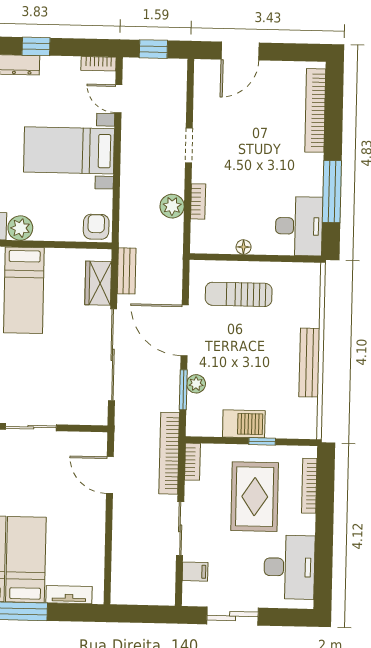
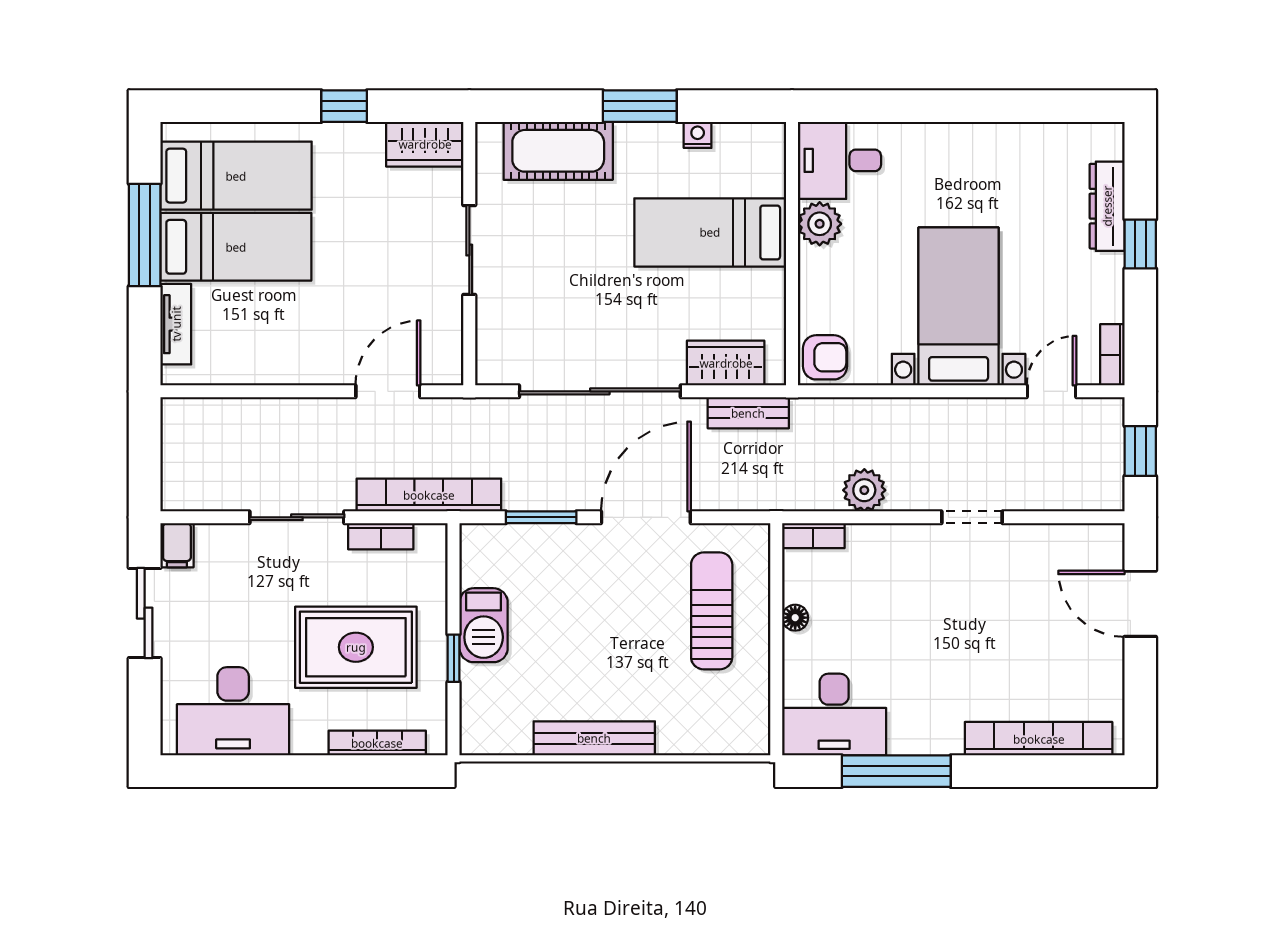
bookcase: (198, 201) -> (813, 536), moved
plant: (196, 384) -> (552, 540), removed
bookcase: (192, 462) -> (381, 536), moved
filing cabinet: (195, 572) -> (177, 545), moved

